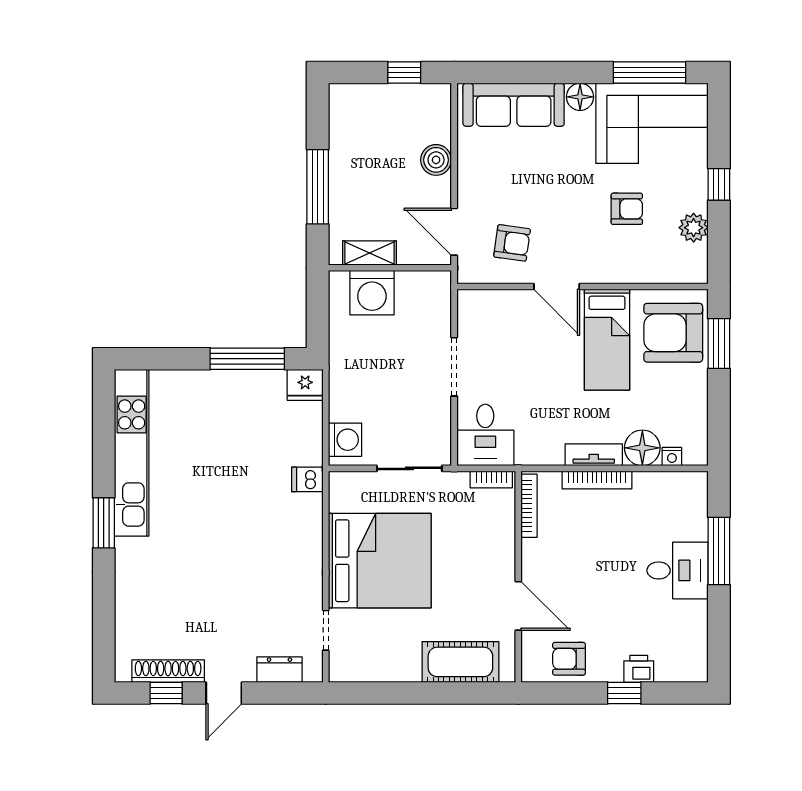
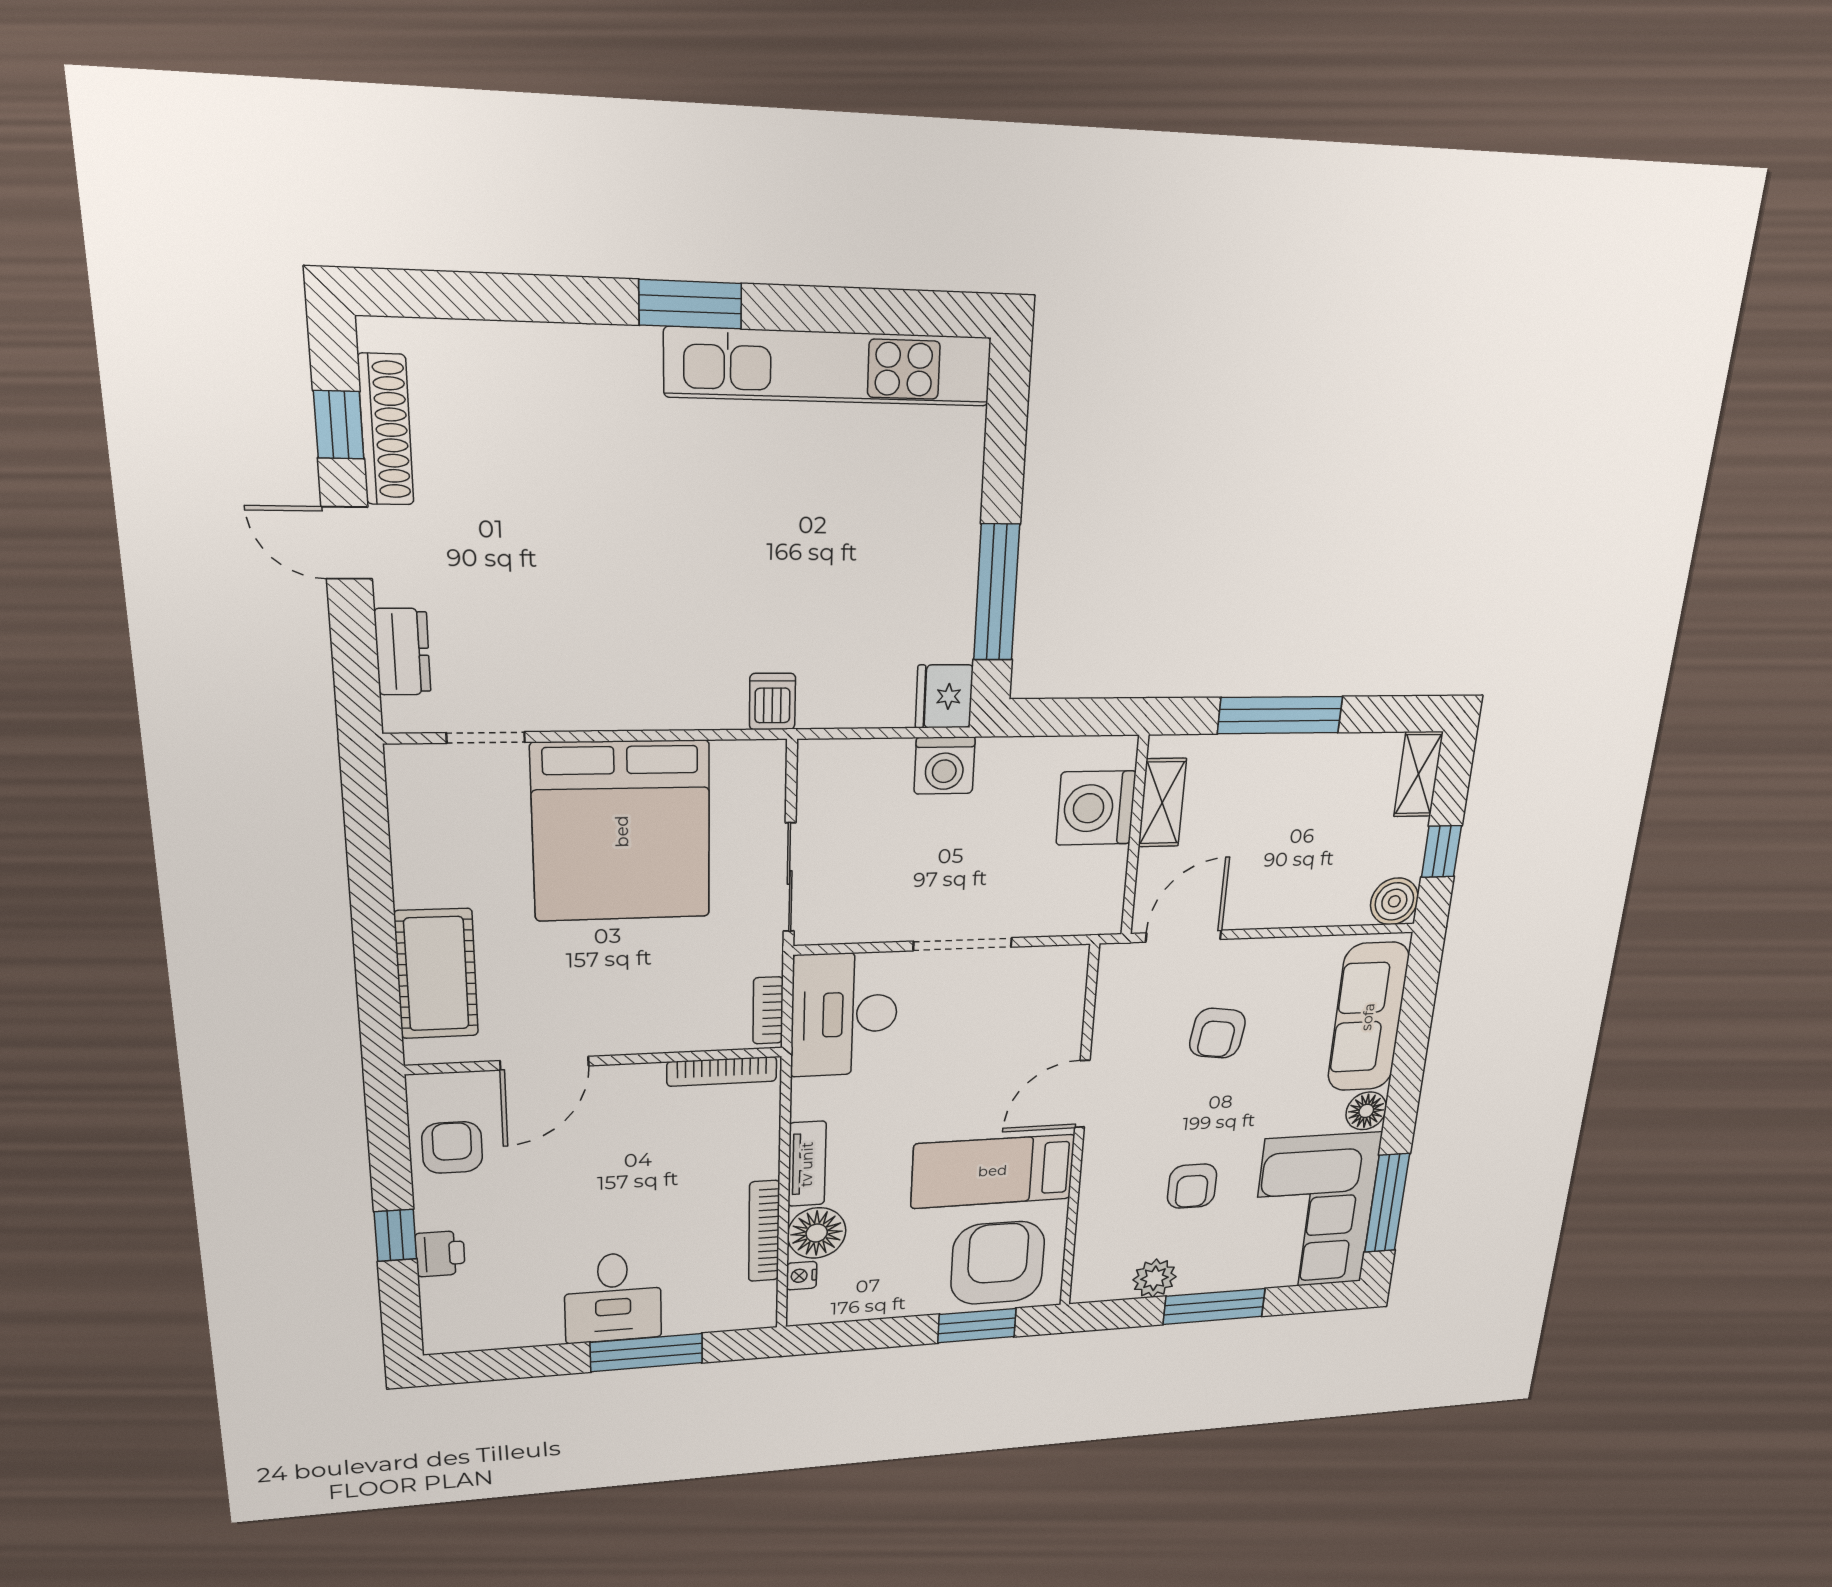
shelving: (355, 95) -> (1418, 774), added
boiler: (436, 160) -> (1394, 901), moved
window: (719, 184) -> (1214, 1306), width x2.17
armchair: (512, 243) -> (1217, 1033), moved
desk: (485, 435) -> (844, 1014), width x1.37
washing machine: (345, 440) -> (945, 766), moved
bookcase: (597, 480) -> (764, 1231), moved

